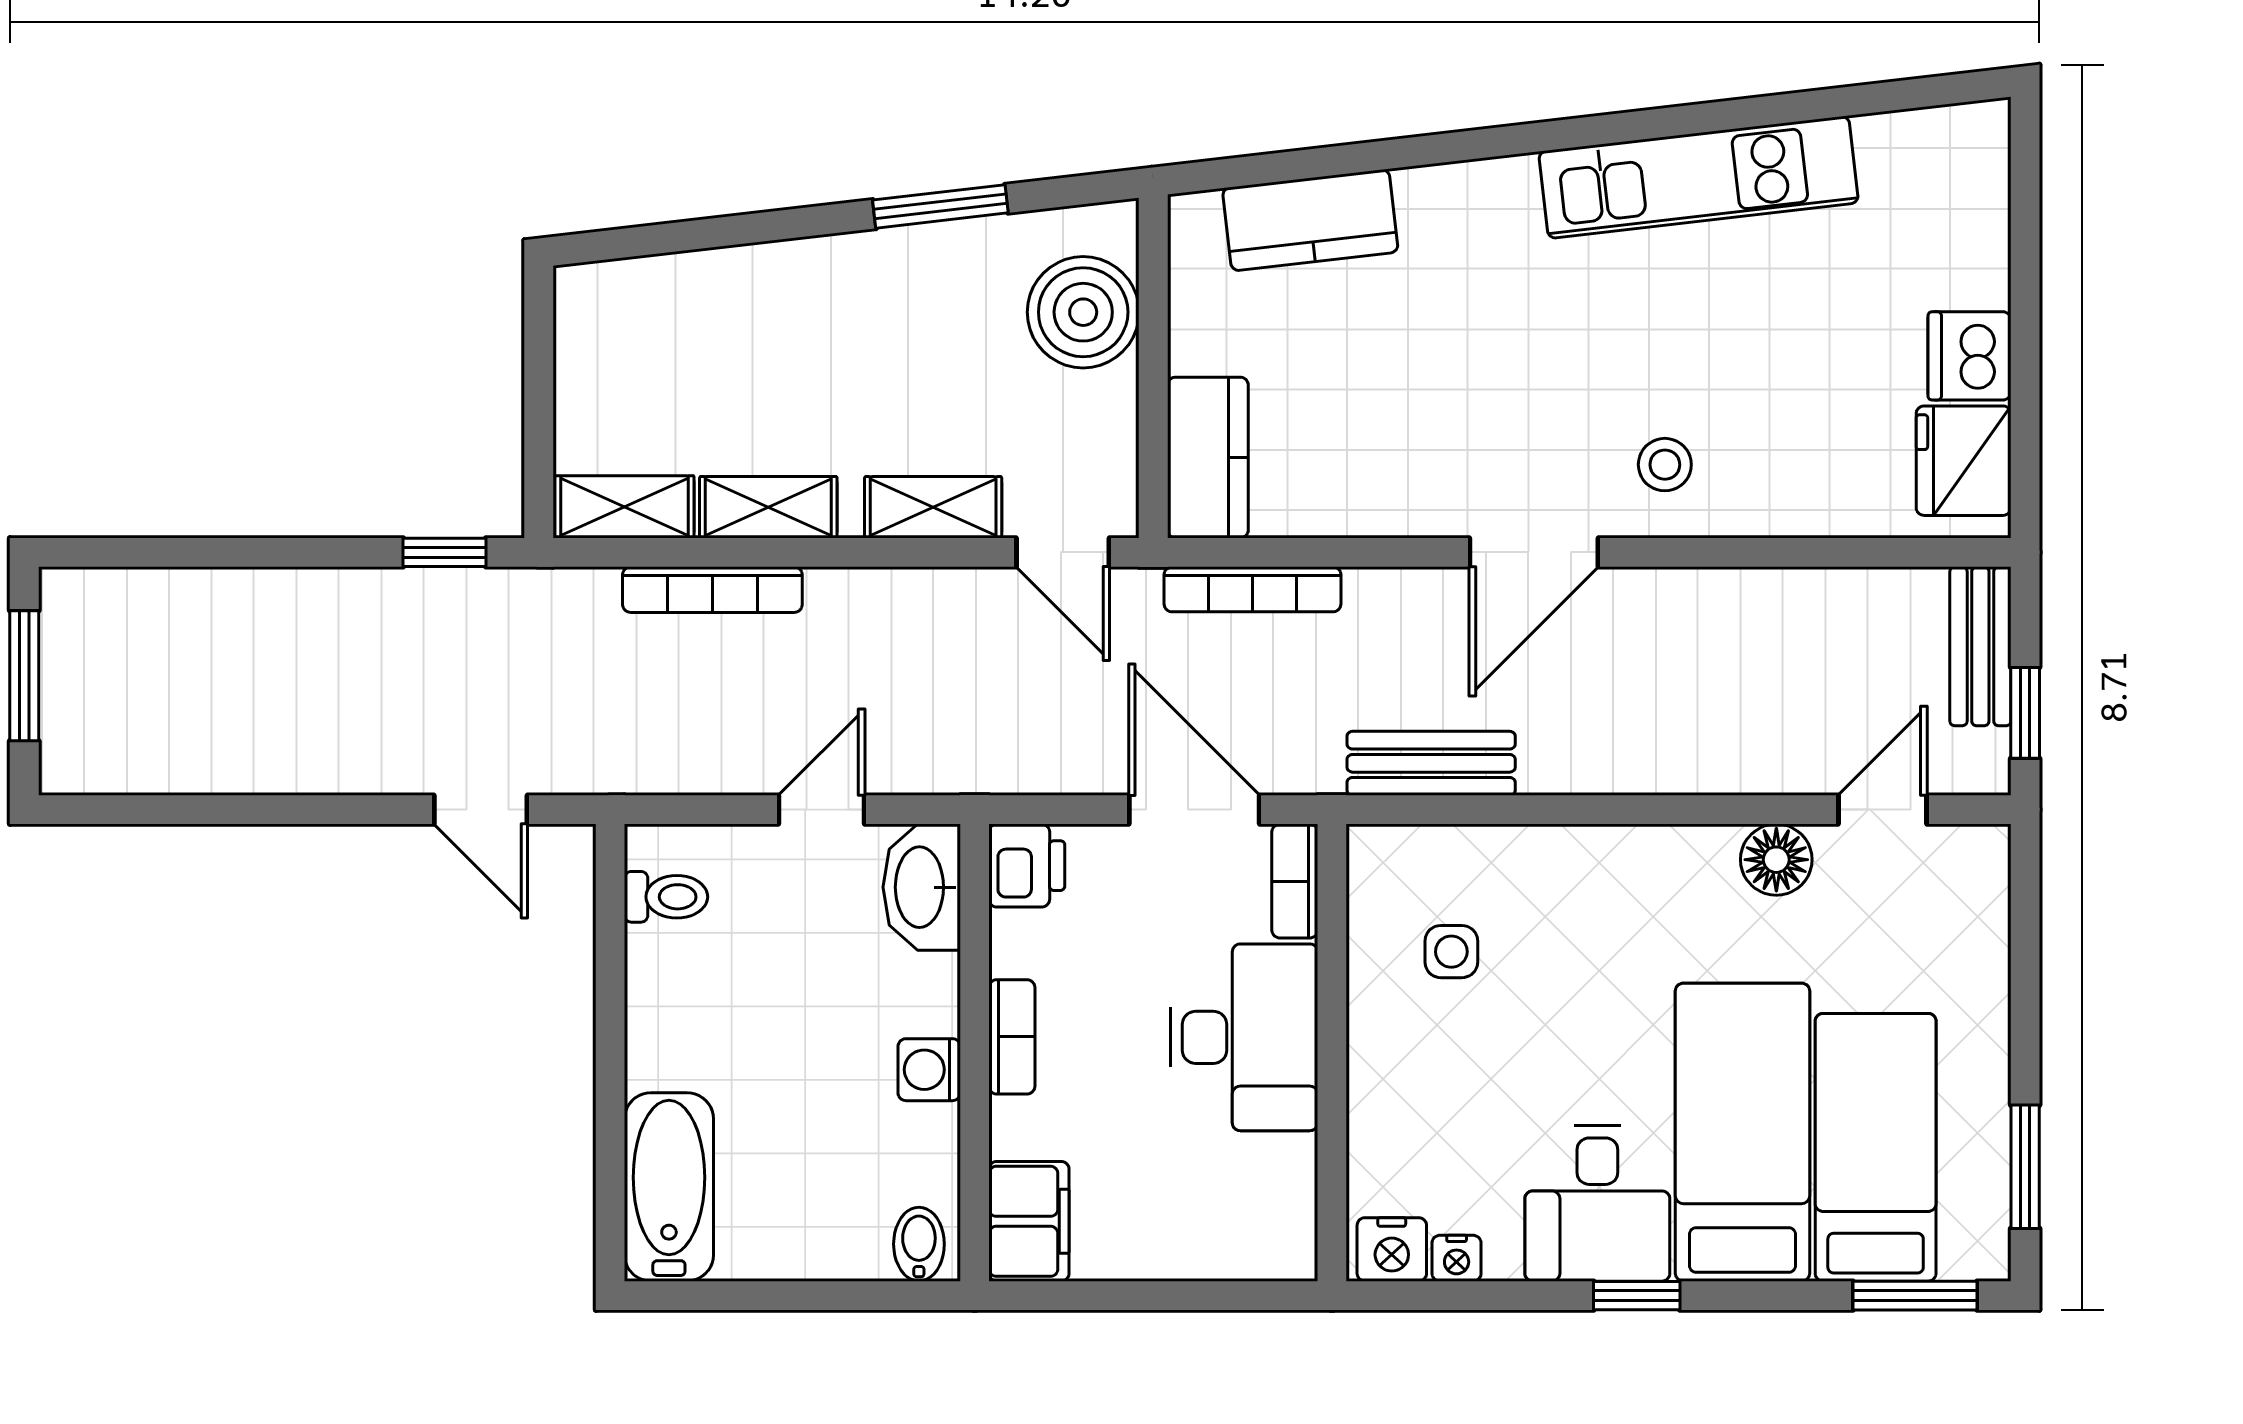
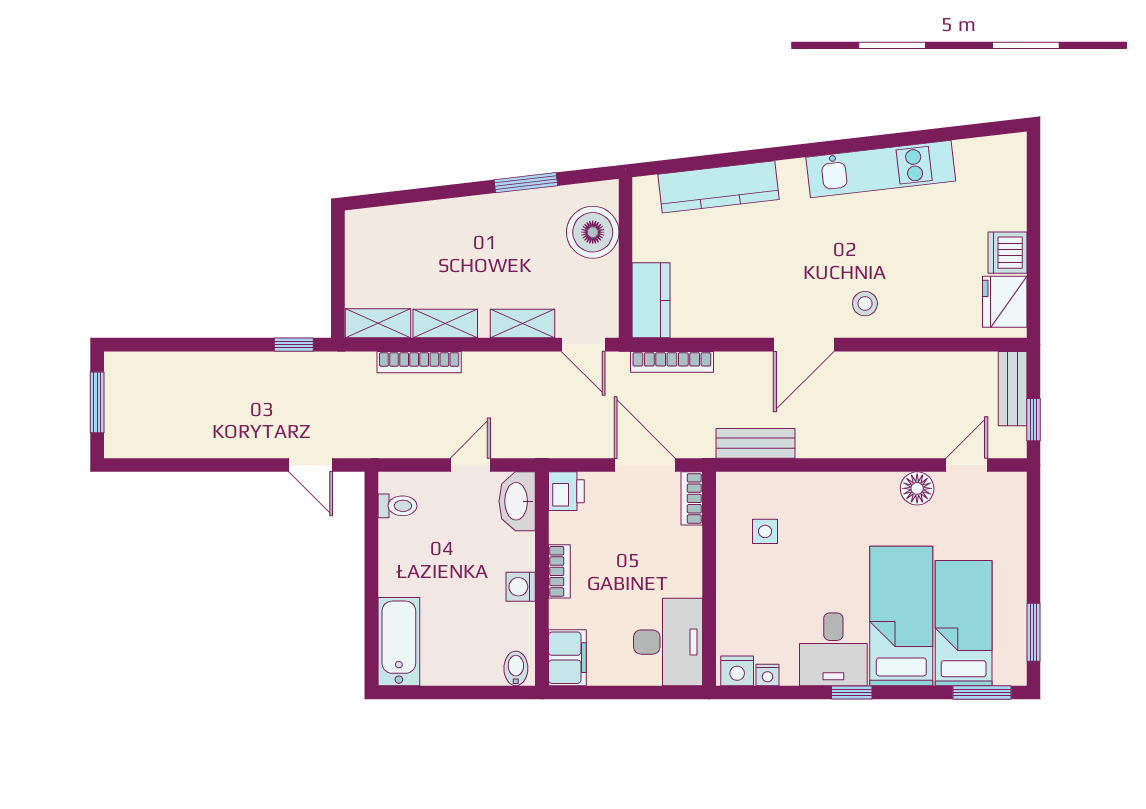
kitchen counter: (1310, 220) -> (719, 187), width x1.50
desk: (1244, 1037) -> (668, 642), moved

